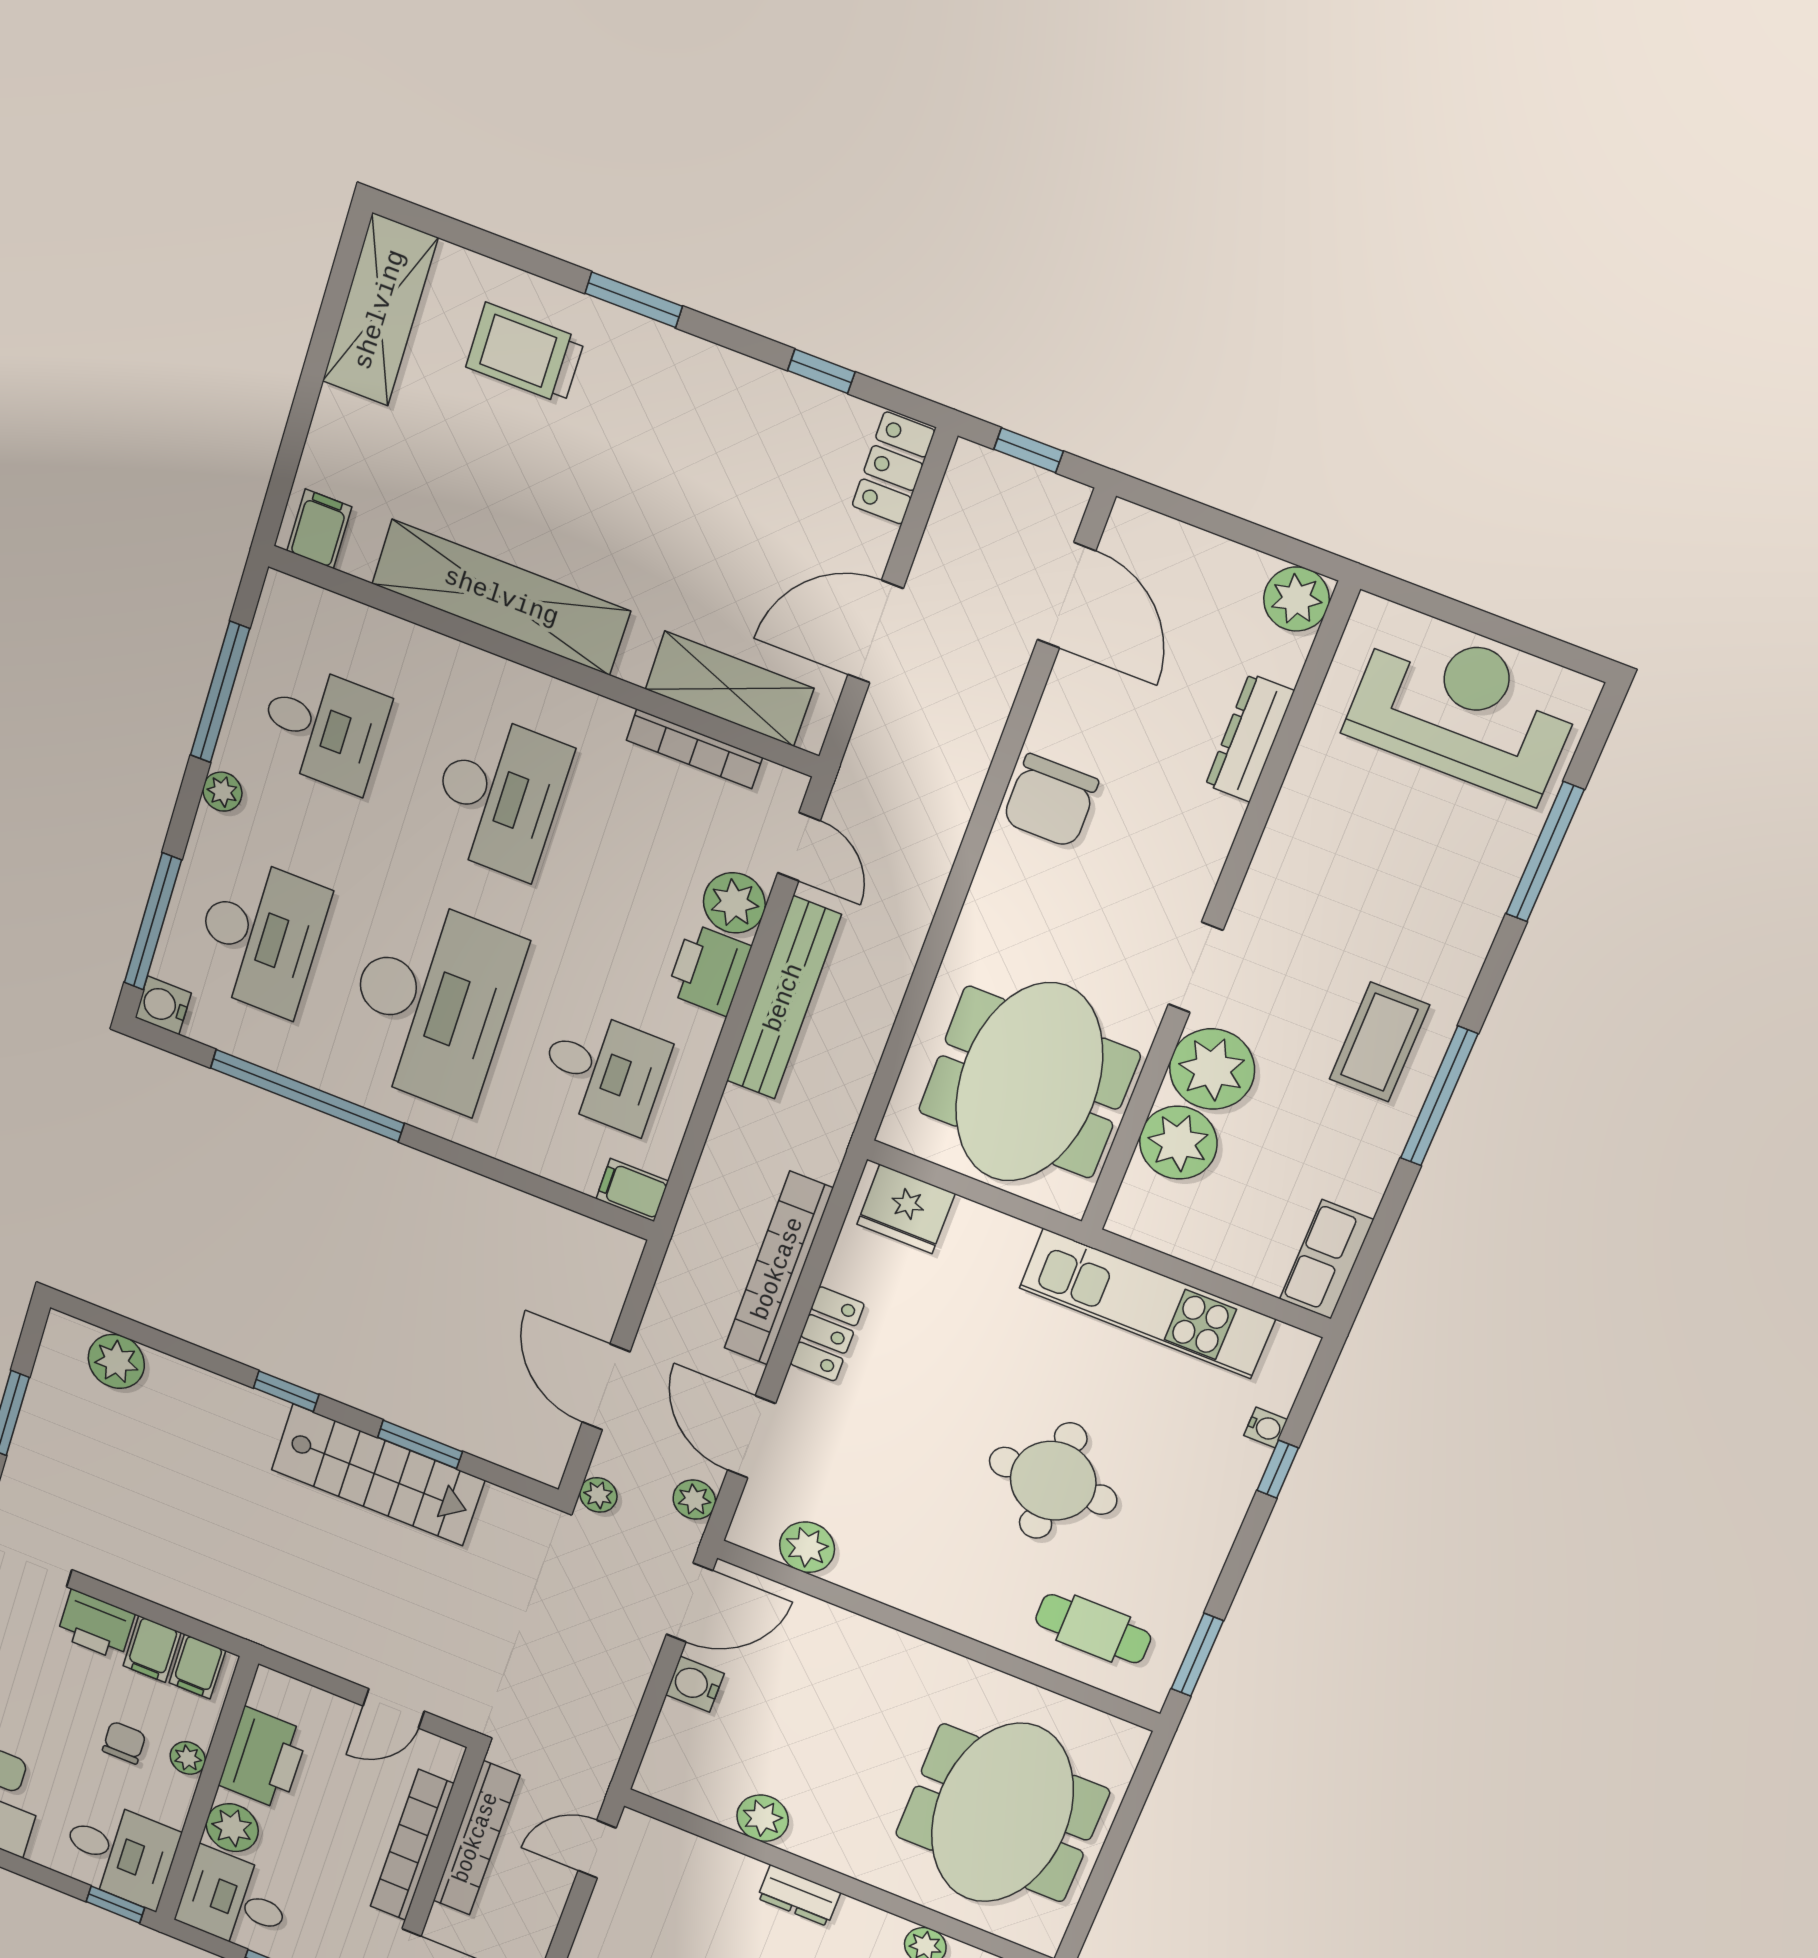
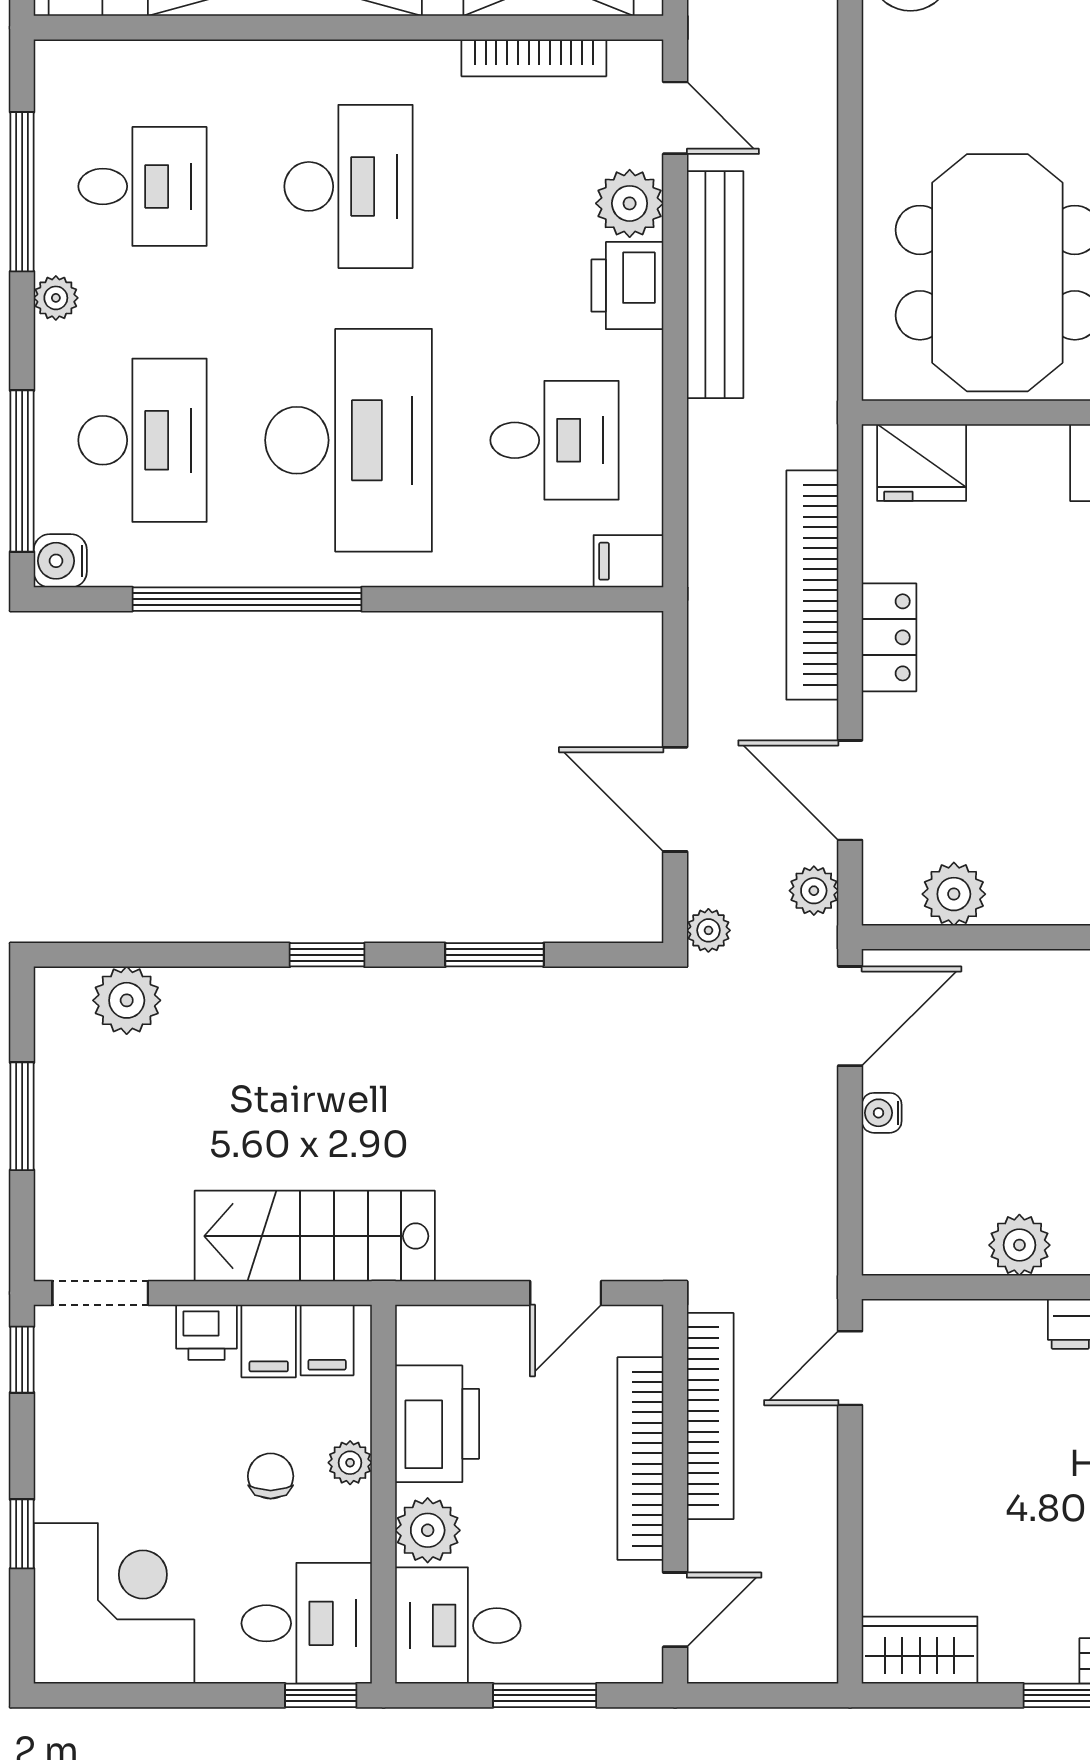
stairs: (378, 1475) -> (315, 1236), moved, turned 180
printer: (96, 1625) -> (207, 1332), width x0.73, depth x0.81
water cooler: (695, 1684) -> (882, 1113), width x0.72, depth x0.72

